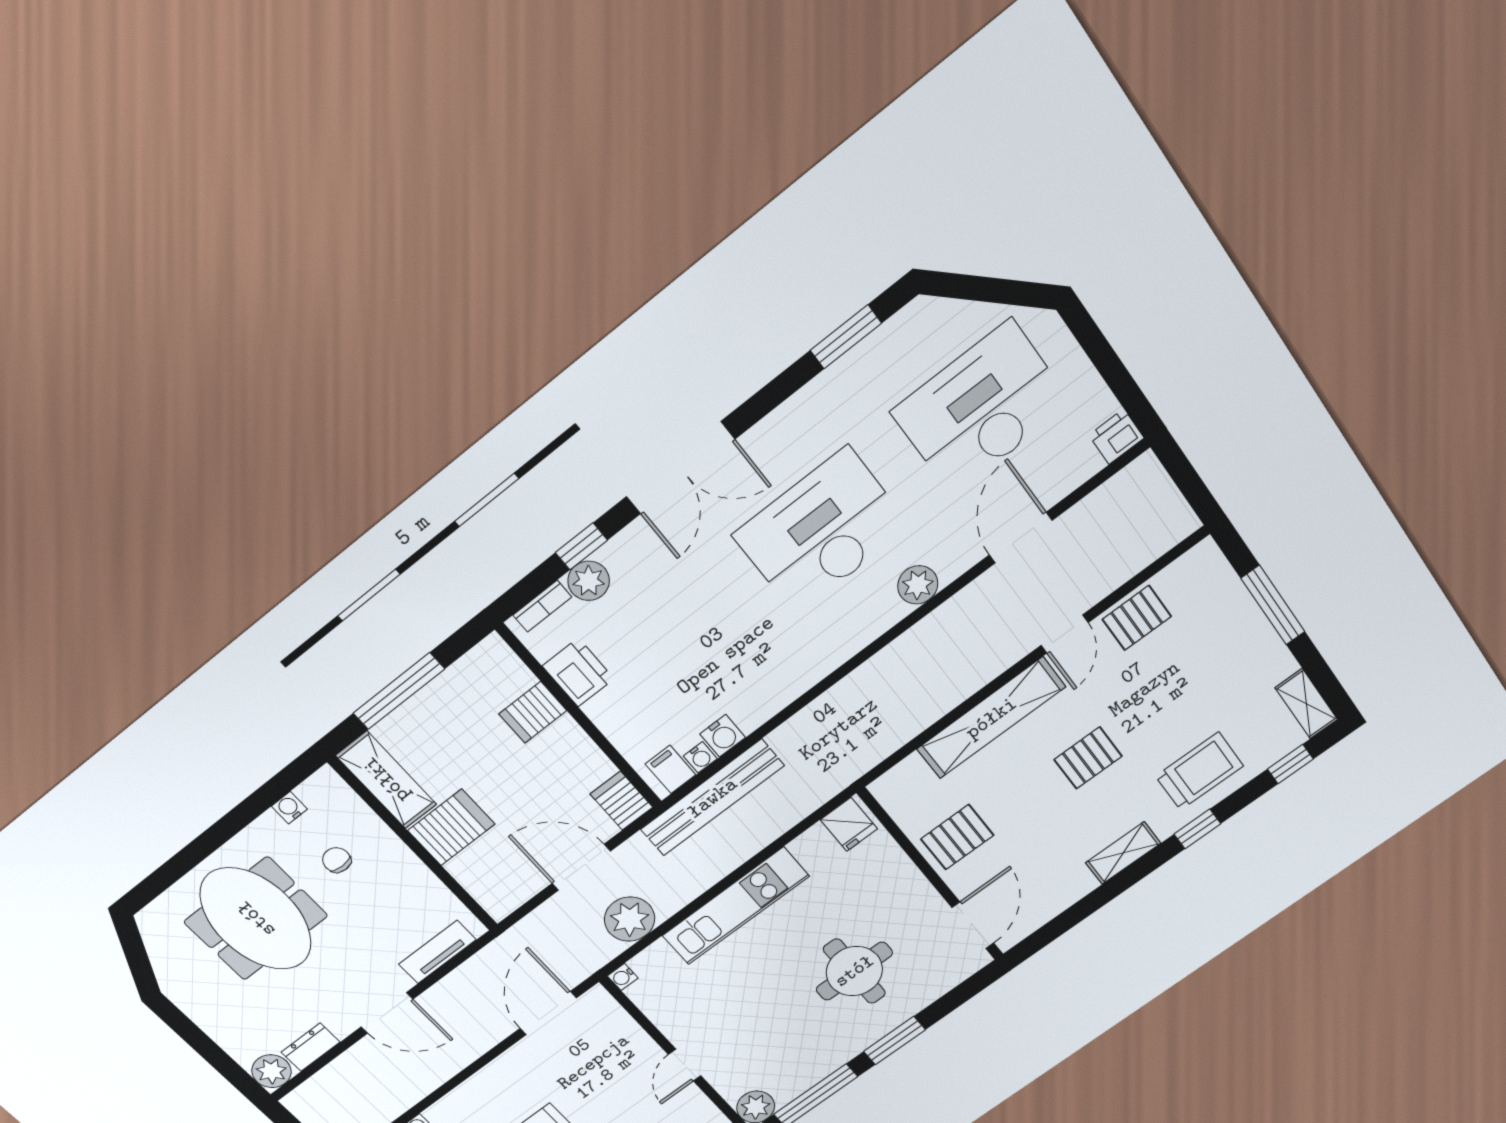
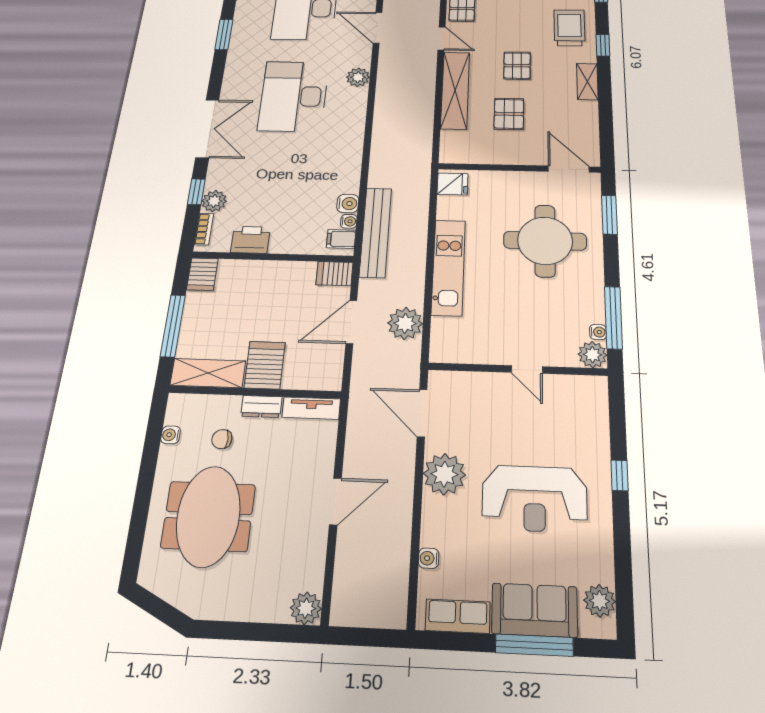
server rack: (533, 712) -> (202, 274), moved
pallet: (957, 837) -> (509, 114), moved
meeting table: (256, 919) -> (208, 516), turned 90
tv unit: (437, 952) -> (311, 408), moved, turned -90
round table: (854, 971) -> (545, 241), width x1.36, depth x1.36
water cooler: (623, 977) -> (598, 332), moved, turned -90
window: (895, 1040) -> (609, 215), moved
dresser: (311, 1047) -> (261, 407), moved, turned -90
plant: (508, 1079) -> (444, 474), added

